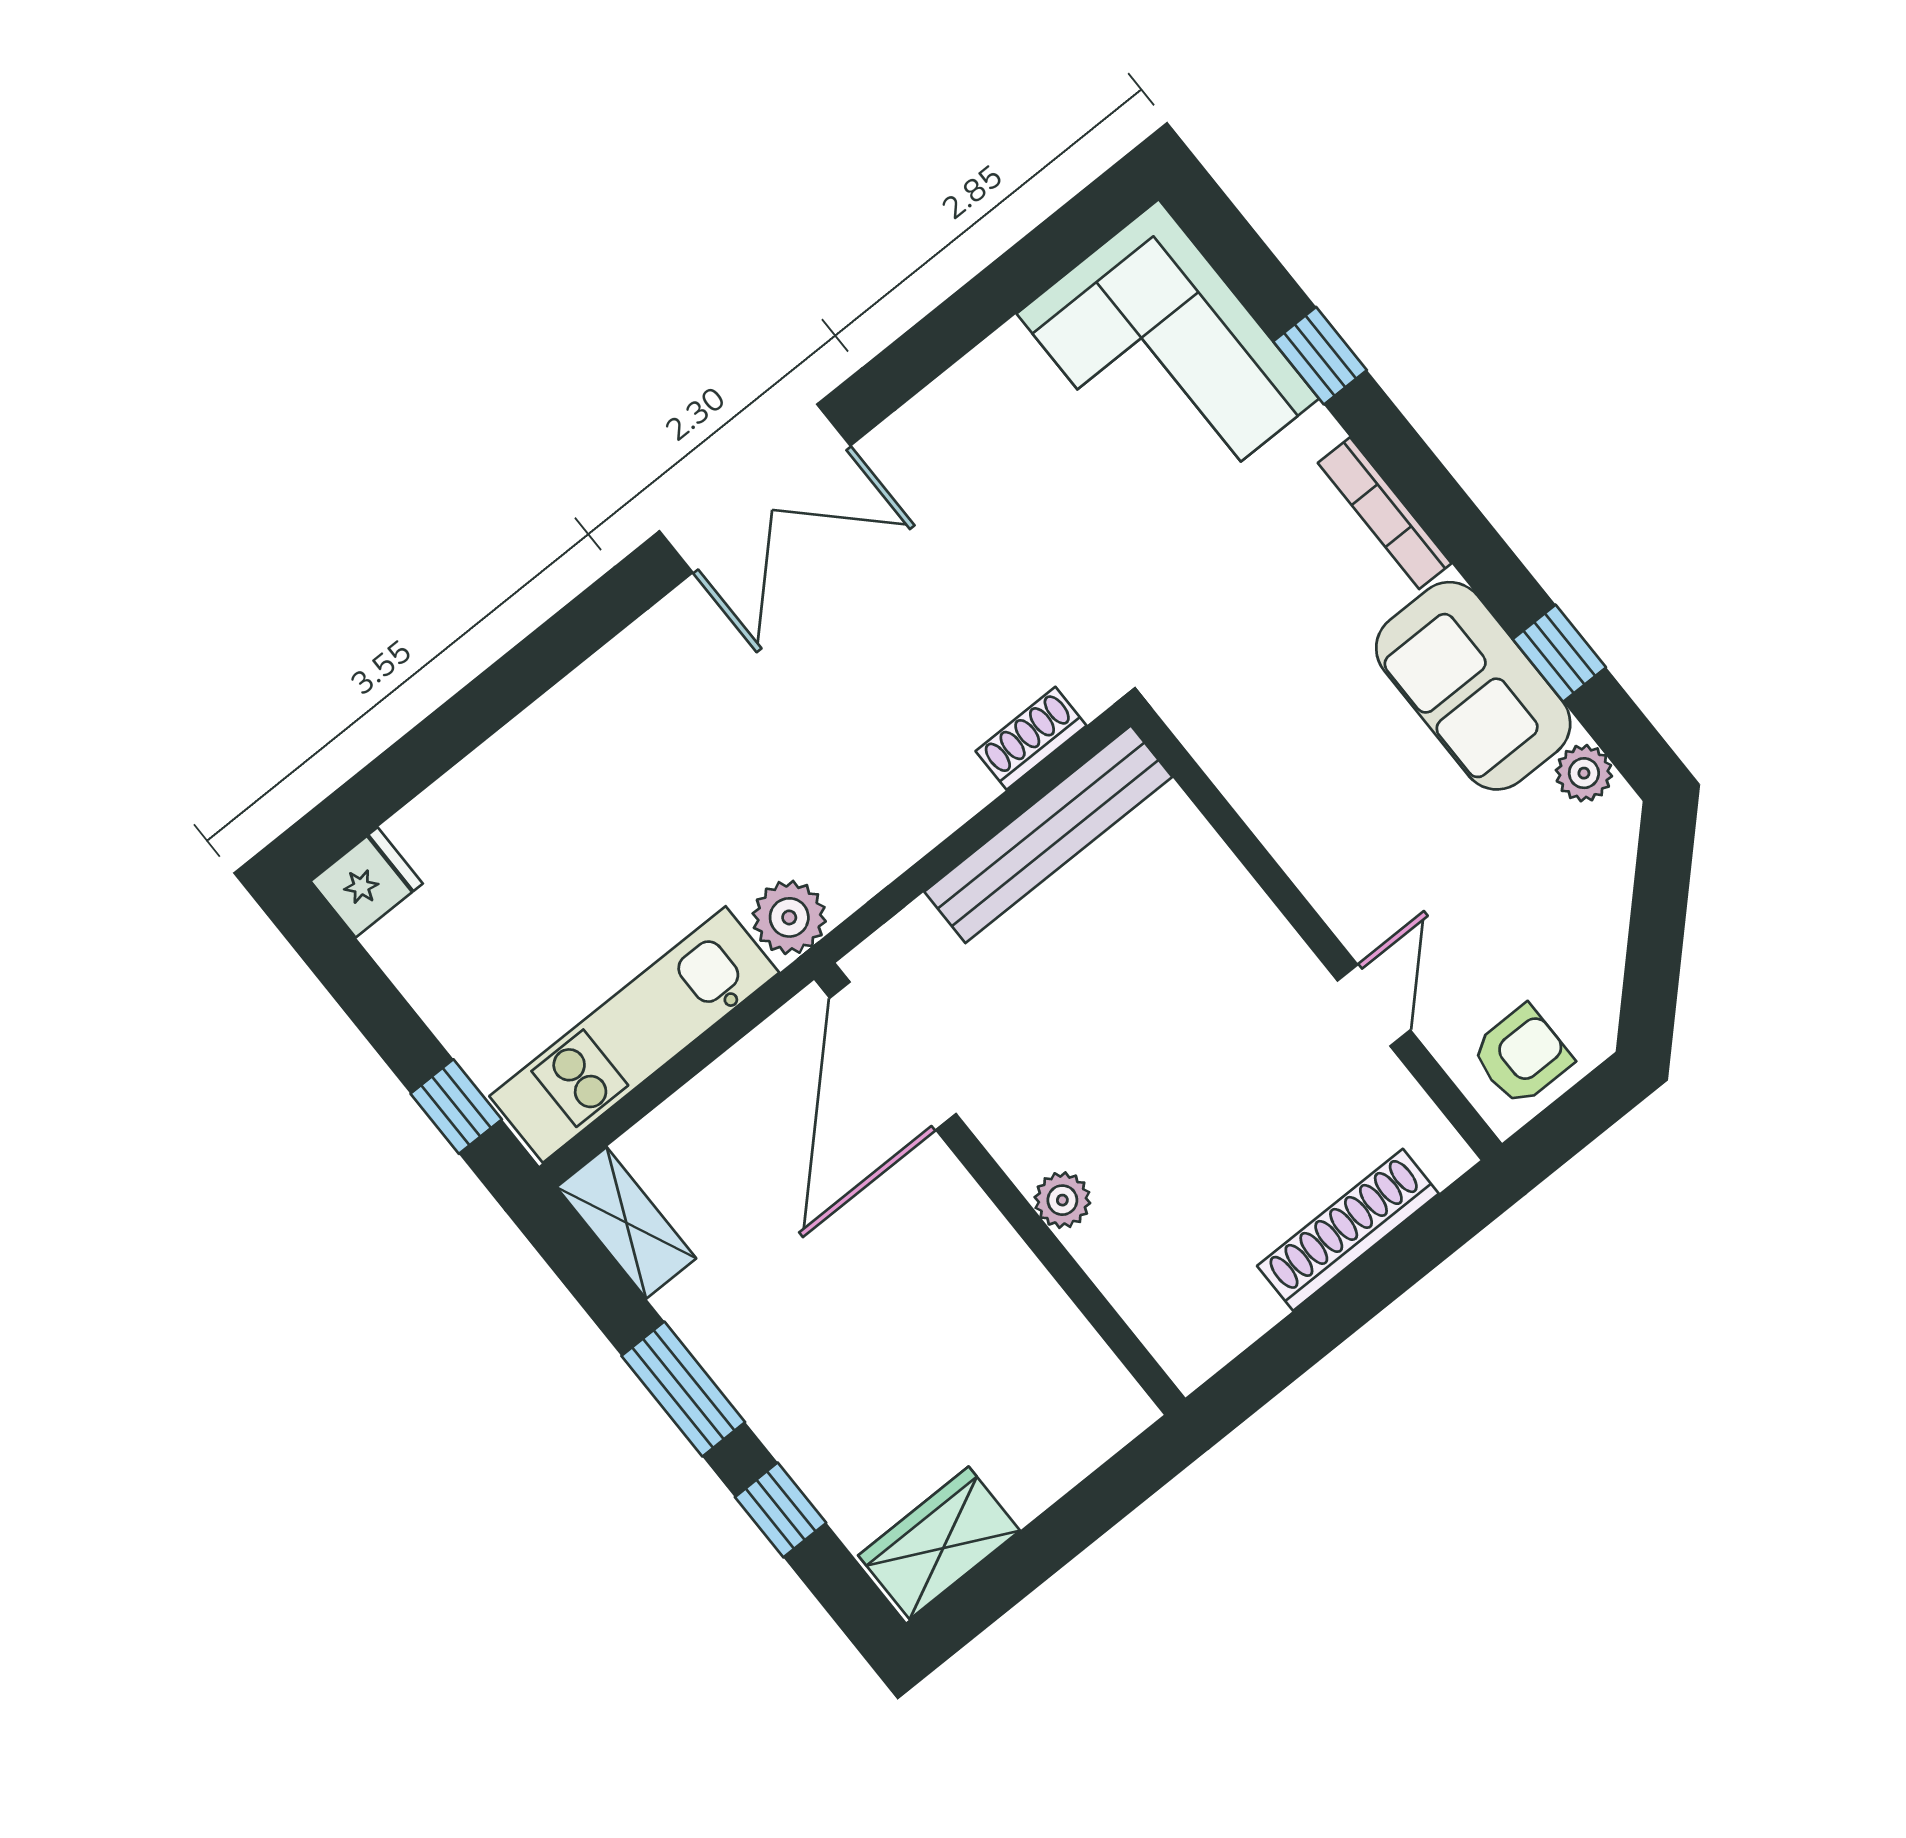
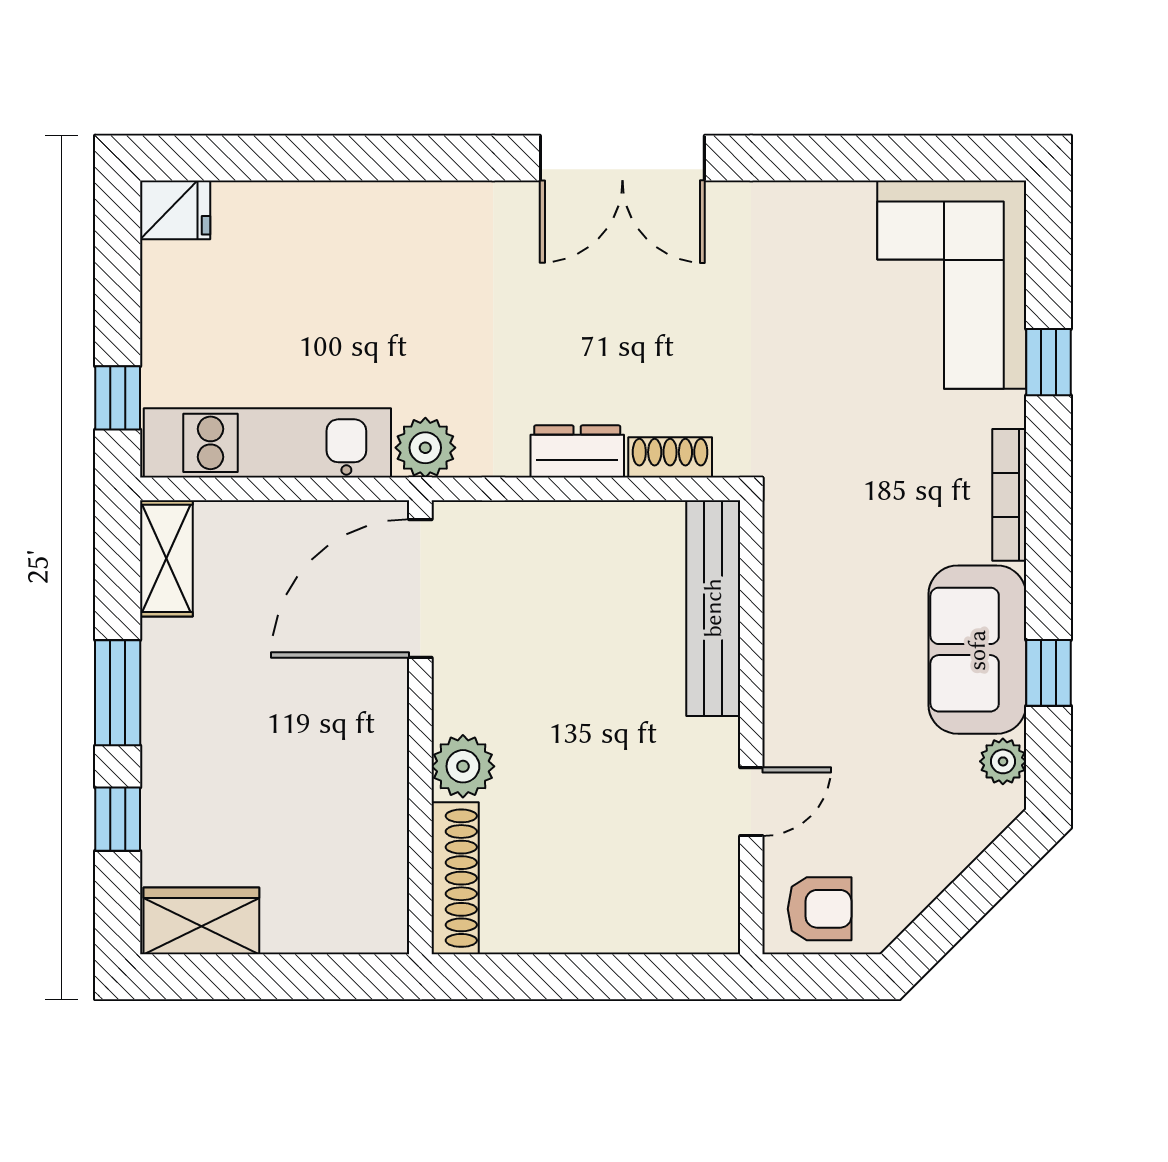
dresser: (938, 804) -> (577, 451), added
bench: (1048, 834) -> (713, 608), moved, turned 90
plant: (1062, 1200) -> (463, 766), width x1.38, depth x1.38
shoe rack: (1348, 1230) -> (455, 878), moved, turned 90

